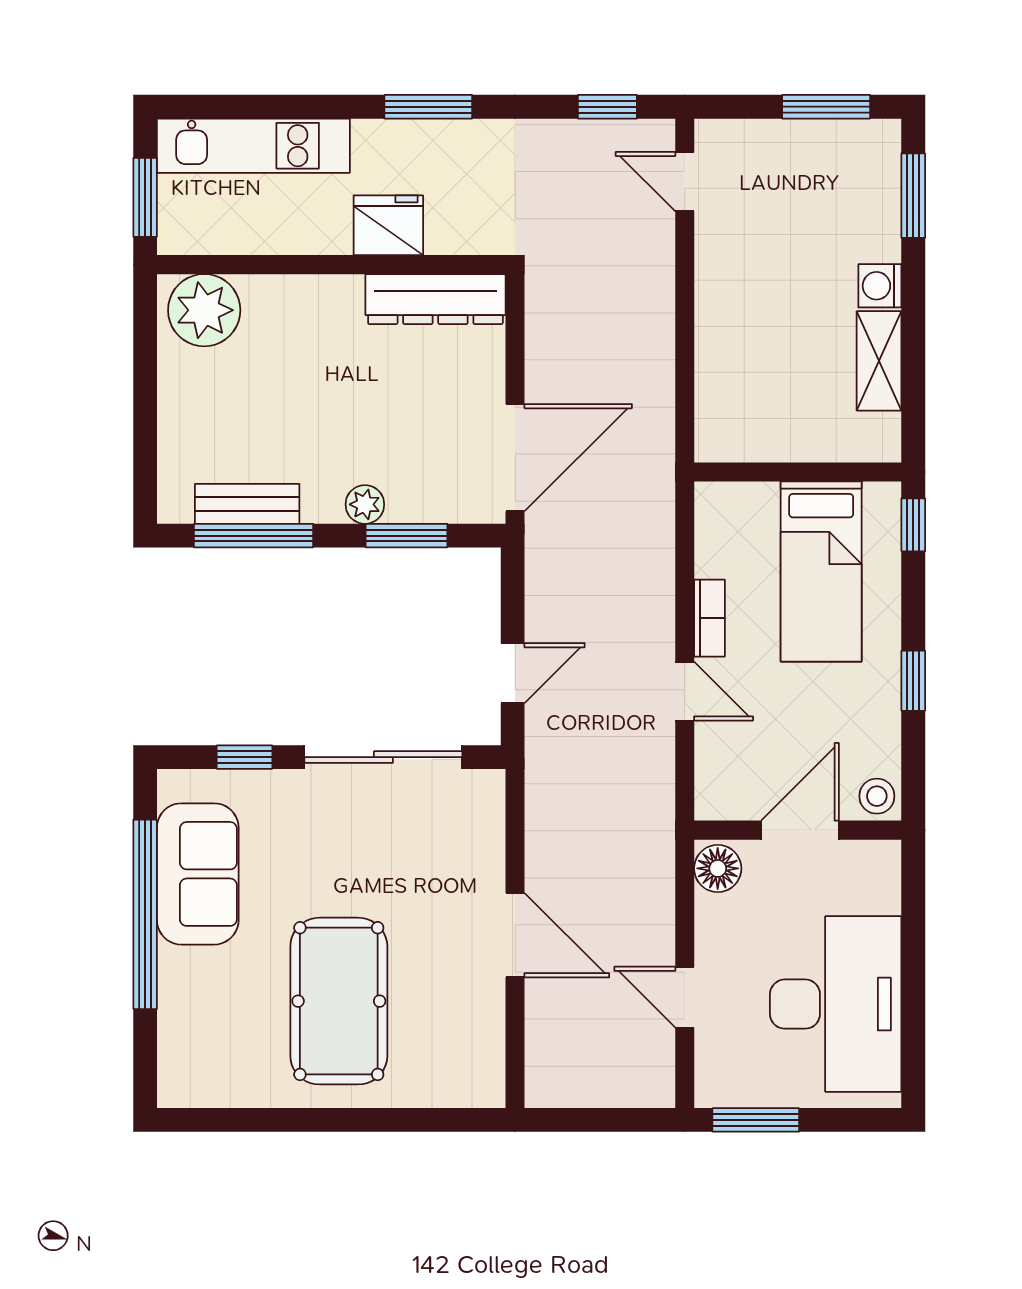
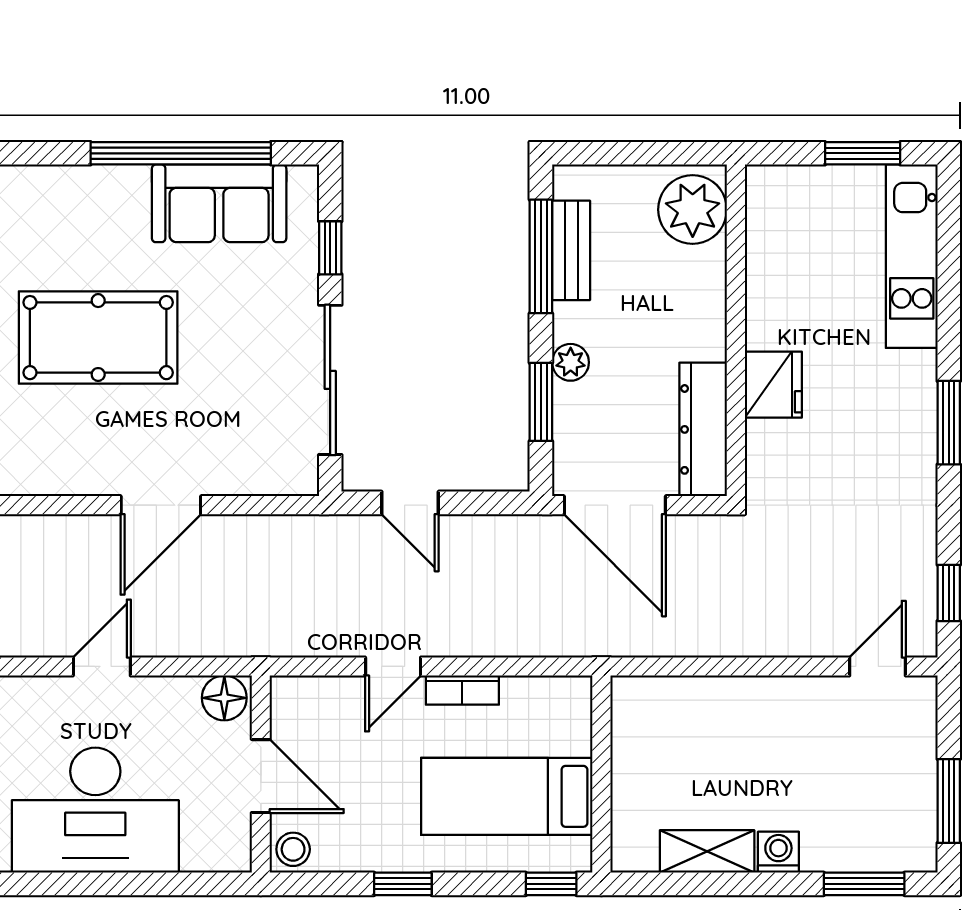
fridge: (388, 225) -> (773, 385), moved
wall: (331, 265) -> (736, 330), moved
dresser: (435, 299) -> (703, 429), moved
plant: (204, 310) -> (693, 210), moved

